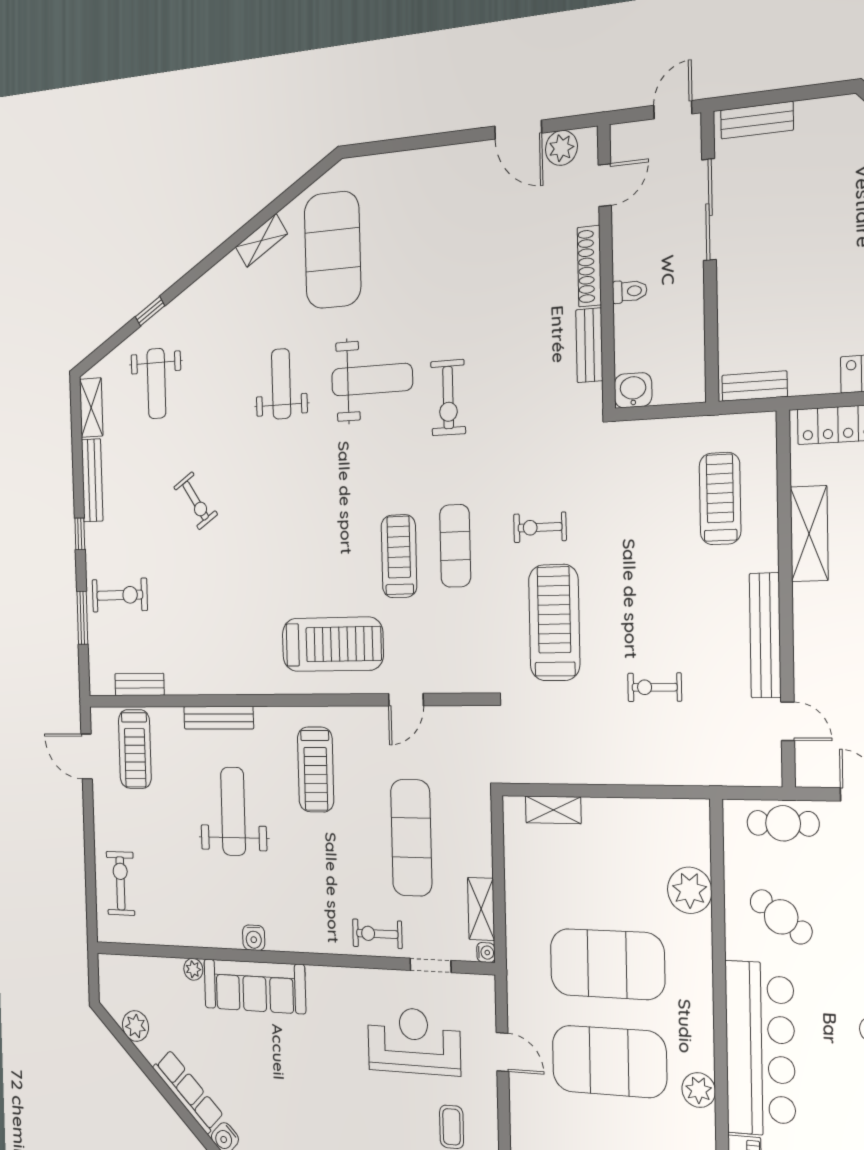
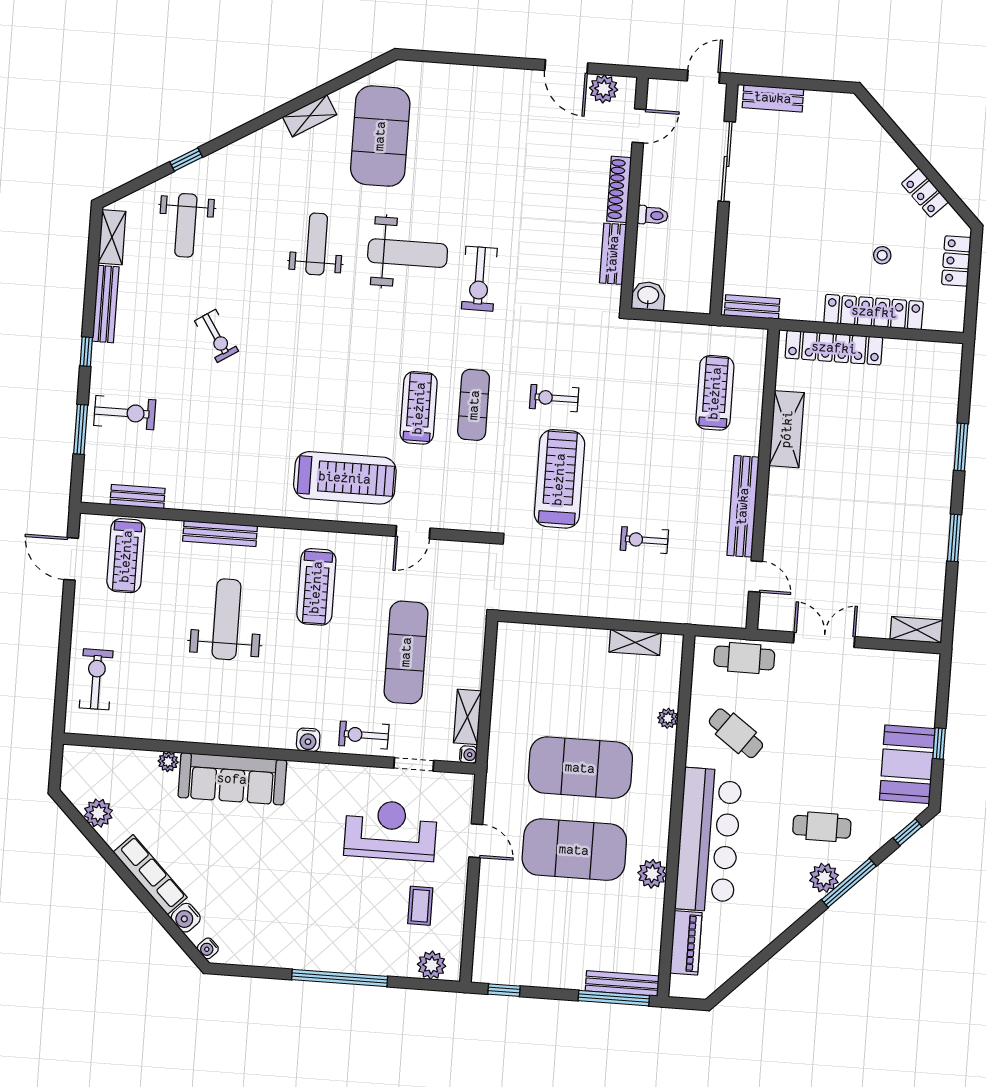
shelving: (553, 810) -> (635, 642), moved
plant: (690, 890) -> (668, 718), width x0.53, depth x0.53
water cooler: (254, 938) -> (308, 740), moved

